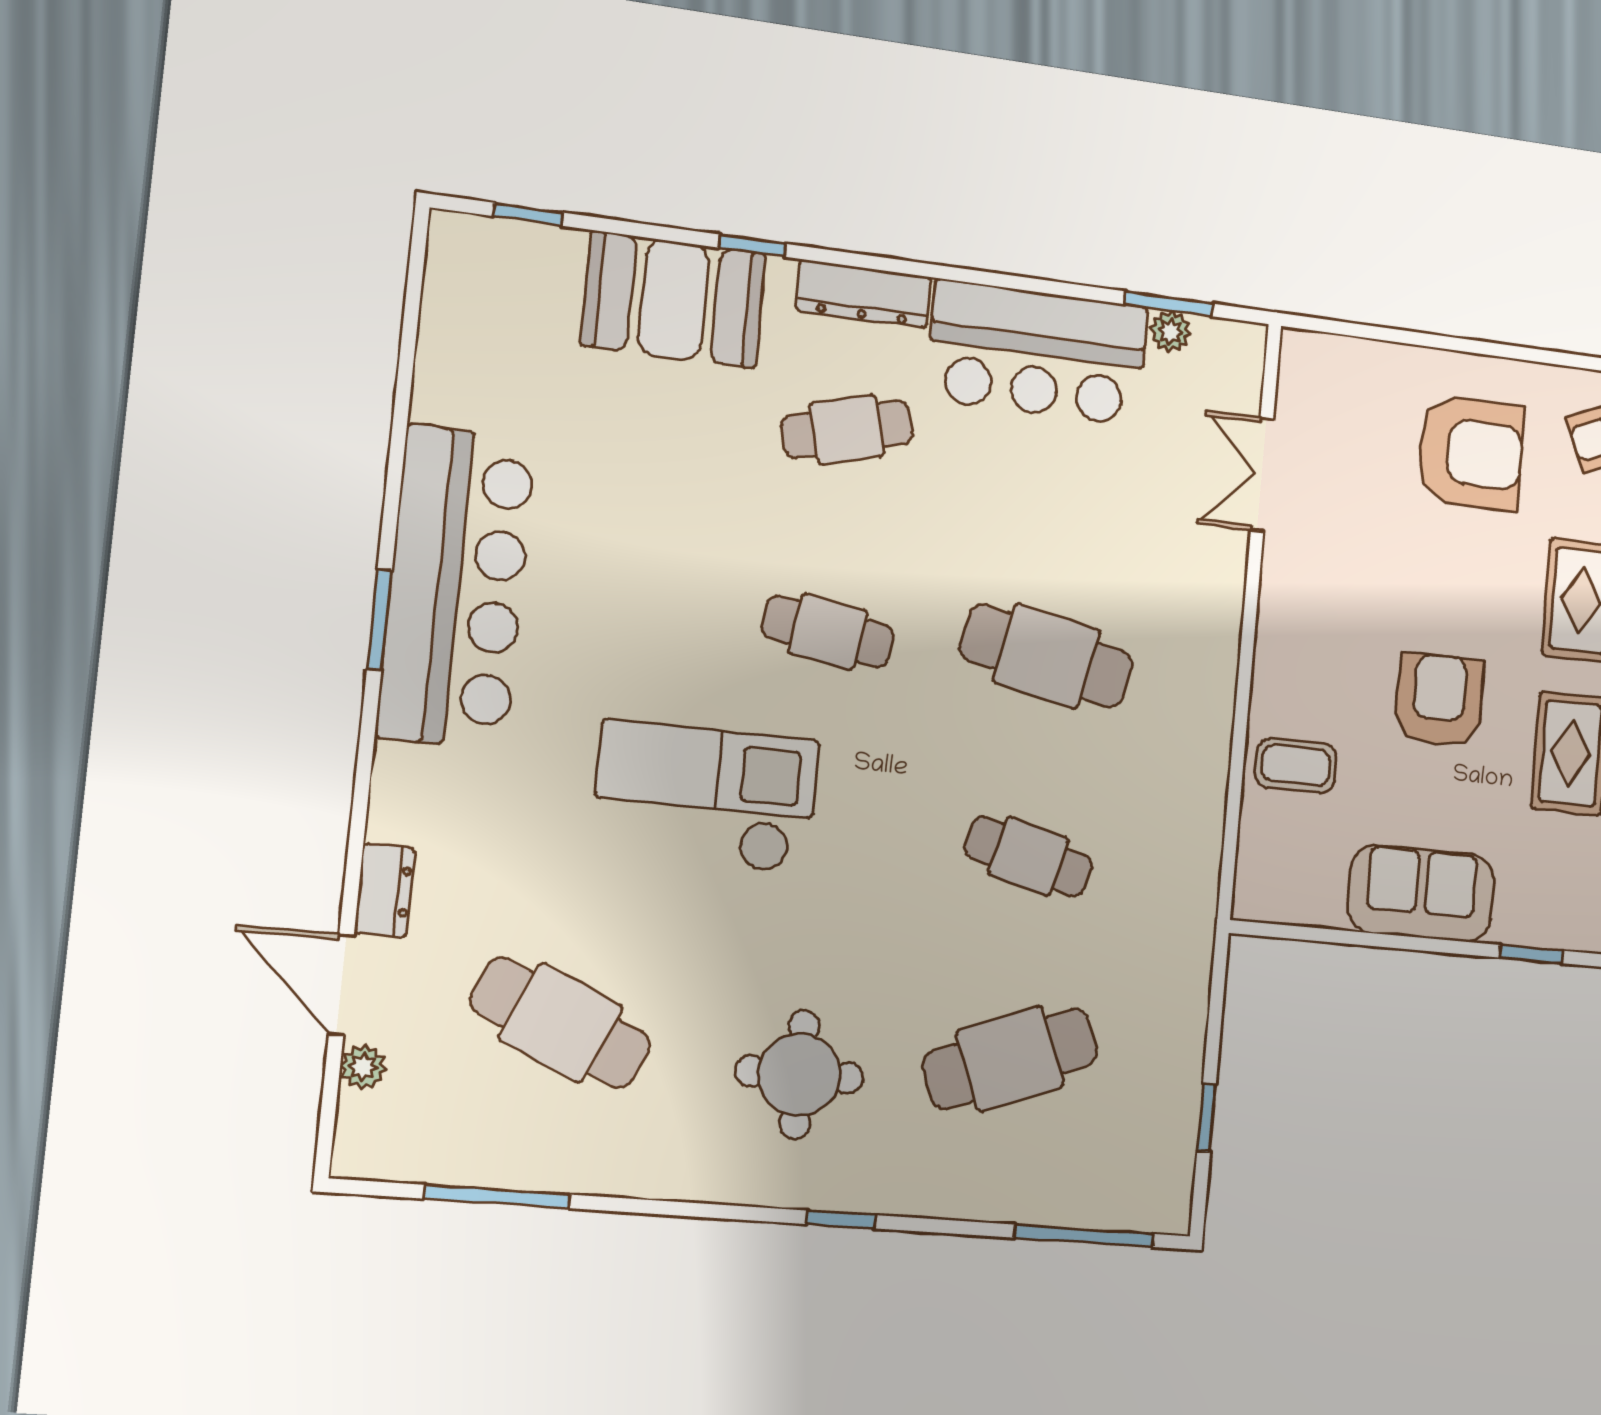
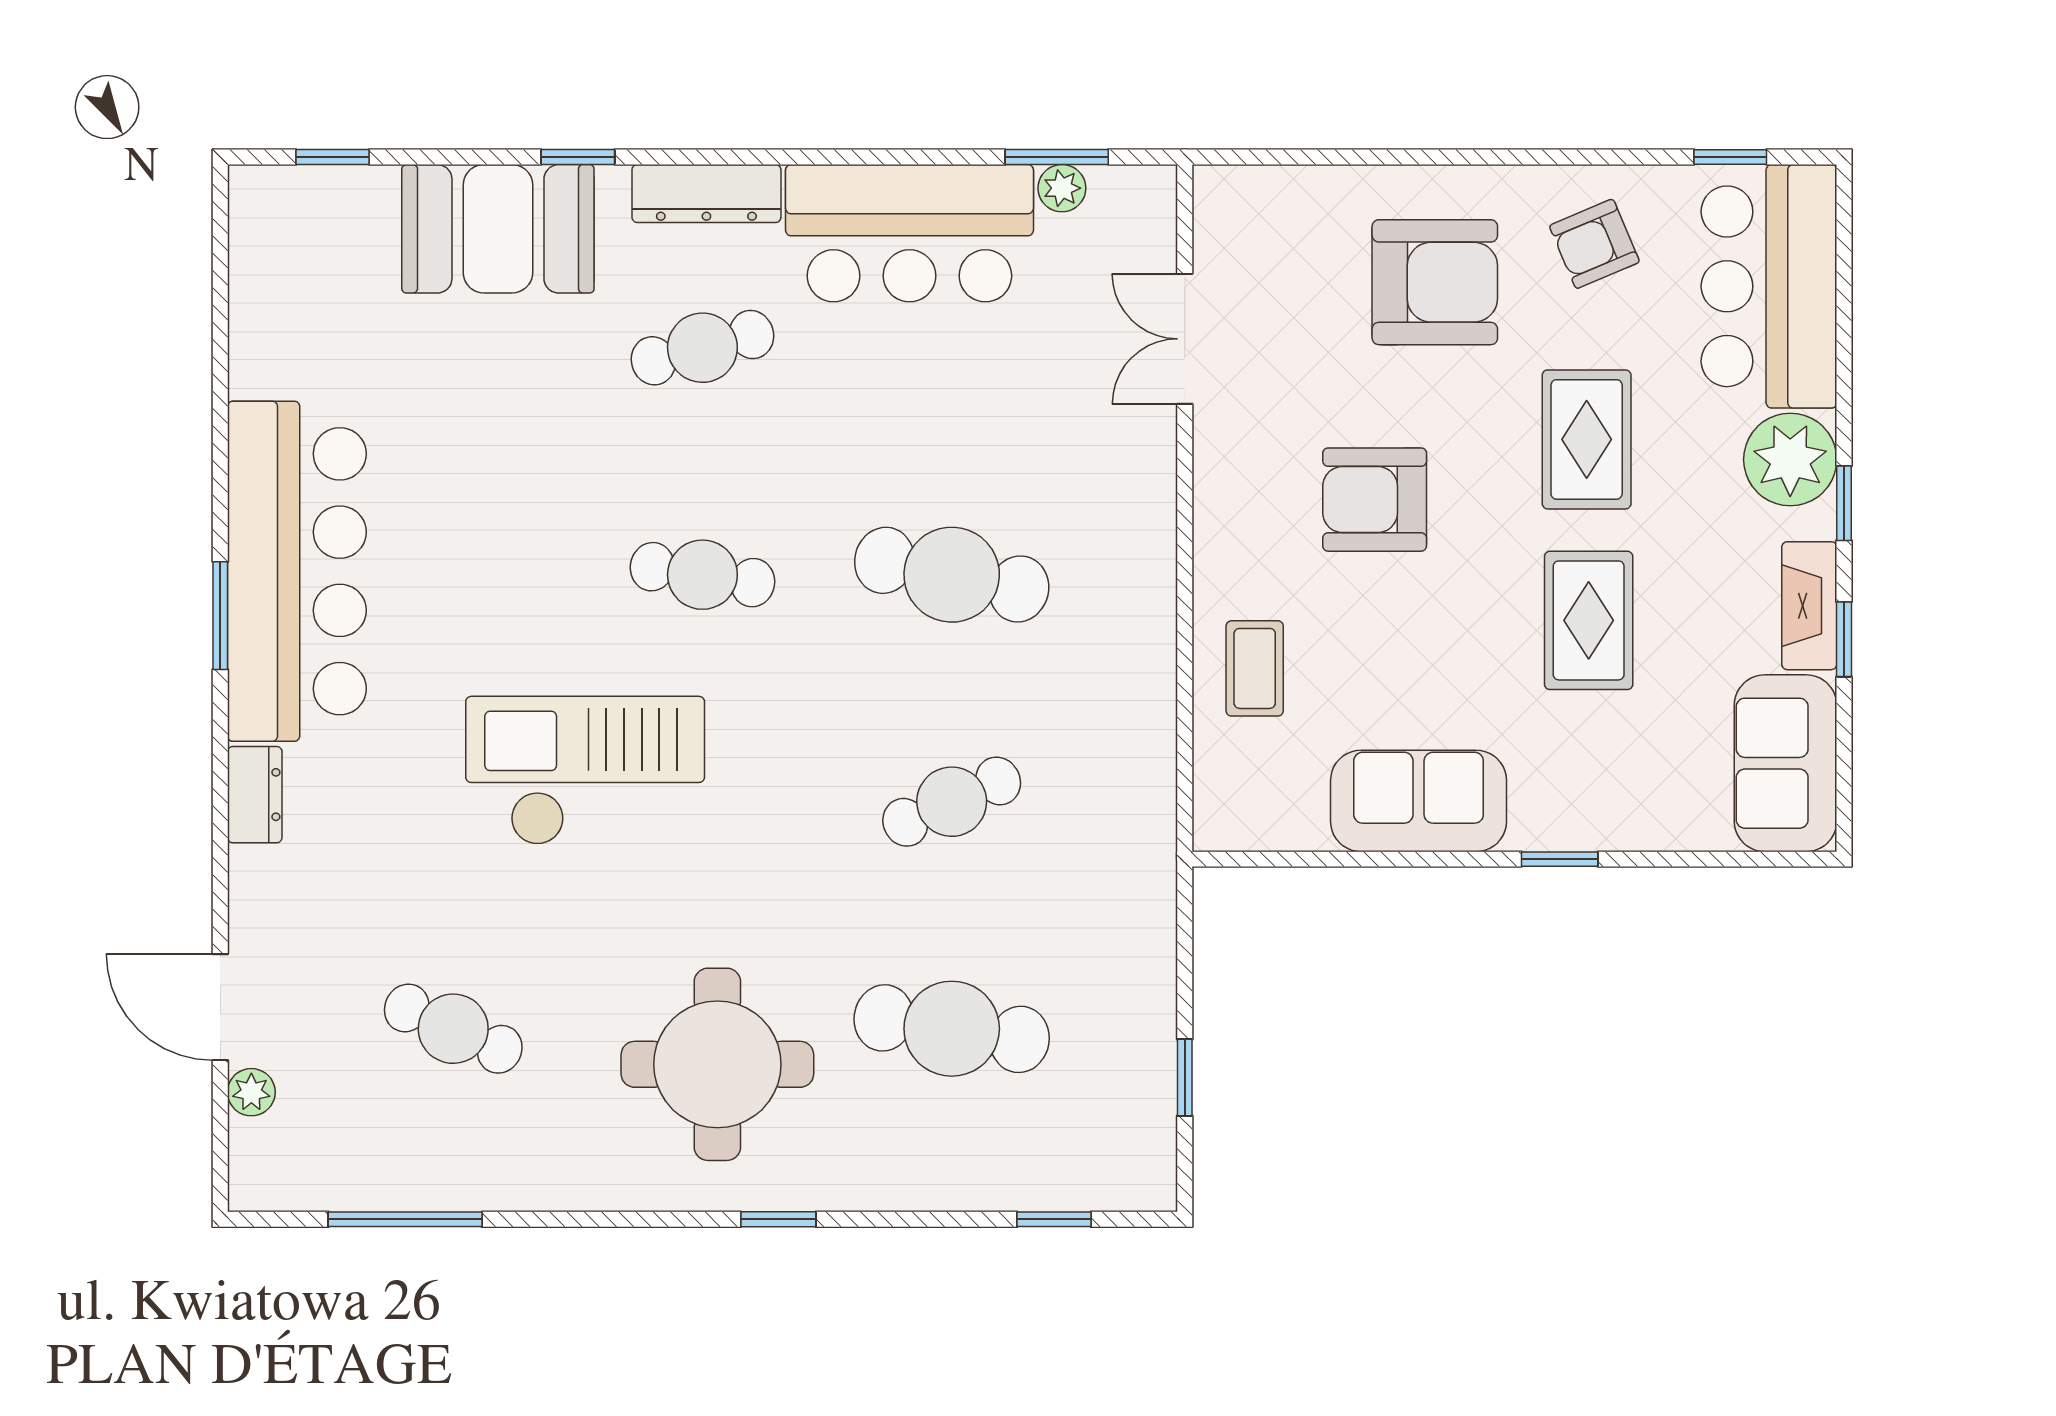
armchair: (1439, 700) -> (1375, 500), moved, turned -90
coffee table: (1296, 766) -> (1255, 668), turned 90
cafe table: (1028, 857) -> (952, 802), turned -39
dresser: (385, 890) -> (255, 795), moved
cafe table: (560, 1023) -> (453, 1029), width x0.73, depth x0.74
cafe table: (1010, 1059) -> (952, 1029), turned 30
round table: (799, 1075) -> (717, 1064), width x1.36, depth x1.36
window: (1084, 1236) -> (1054, 1219), width x0.46

